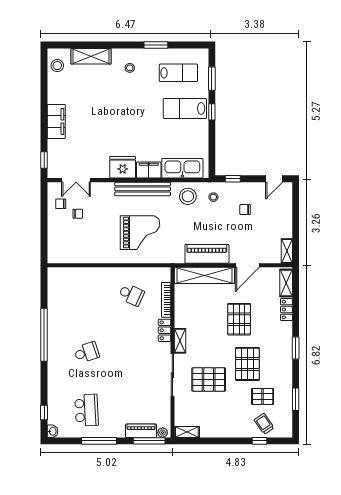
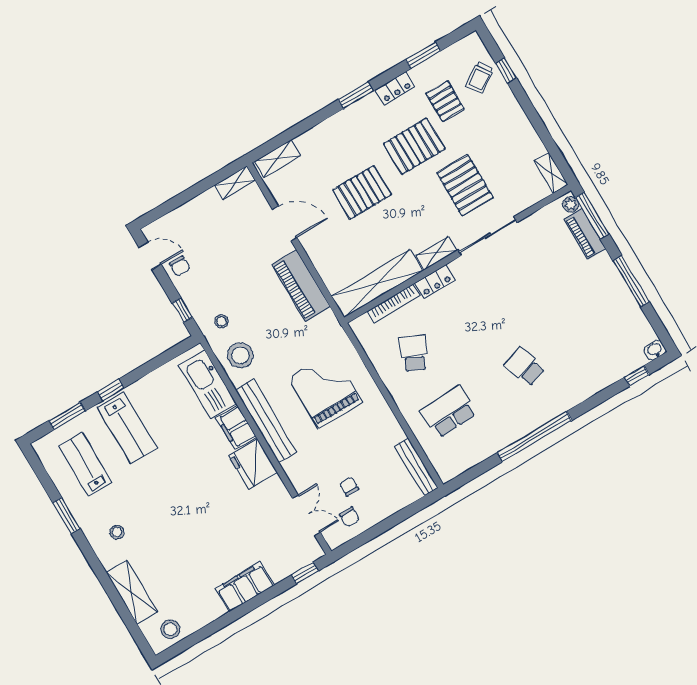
chair: (245, 210) -> (180, 266), moved
bench: (66, 258) -> (416, 467), added
shelving: (204, 275) -> (377, 284), moved, turned 90
locker: (287, 310) -> (395, 88), moved
school desk: (87, 410) -> (449, 412), moved

